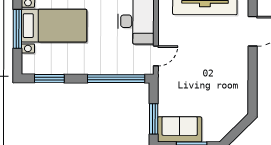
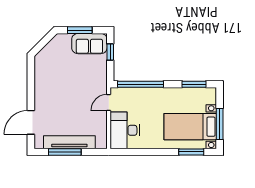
window: (154, 119) -> (110, 52), width x0.67

